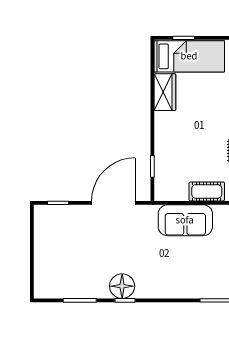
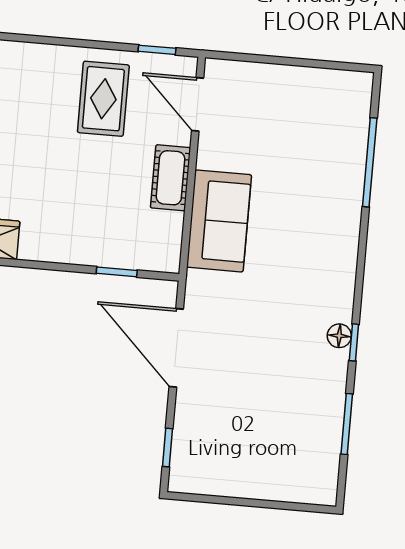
floor lamp: (122, 286) -> (339, 336), width x0.53, depth x0.53

